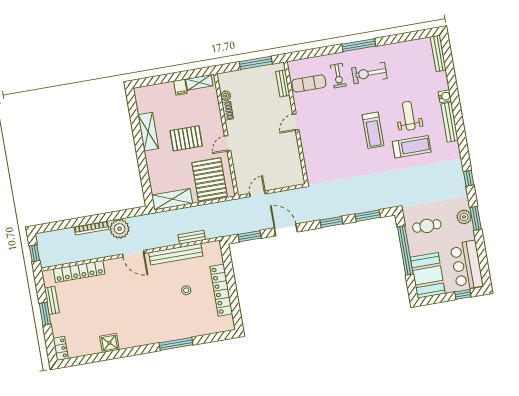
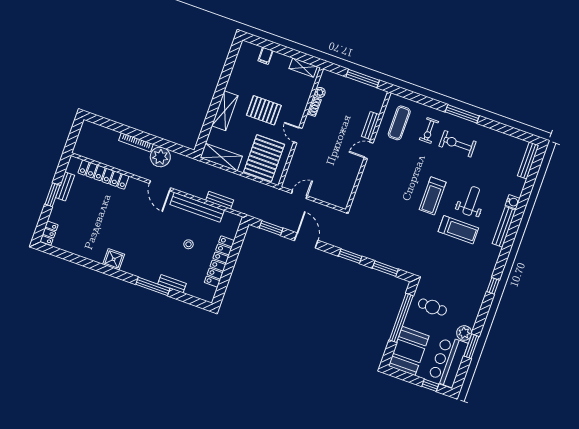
bench: (283, 83) -> (371, 126), moved
exercise mat: (309, 83) -> (399, 123), turned 90
filing cabinet: (180, 87) -> (265, 56), moved
shelving: (148, 132) -> (225, 111), moved
door: (227, 143) -> (298, 135), hinge flipped
plant: (464, 217) -> (464, 333), moved
window: (476, 218) -> (471, 346), moved
window: (35, 253) -> (73, 136), removed
bench: (191, 332) -> (172, 284), added
shower: (109, 343) -> (114, 259), moved

